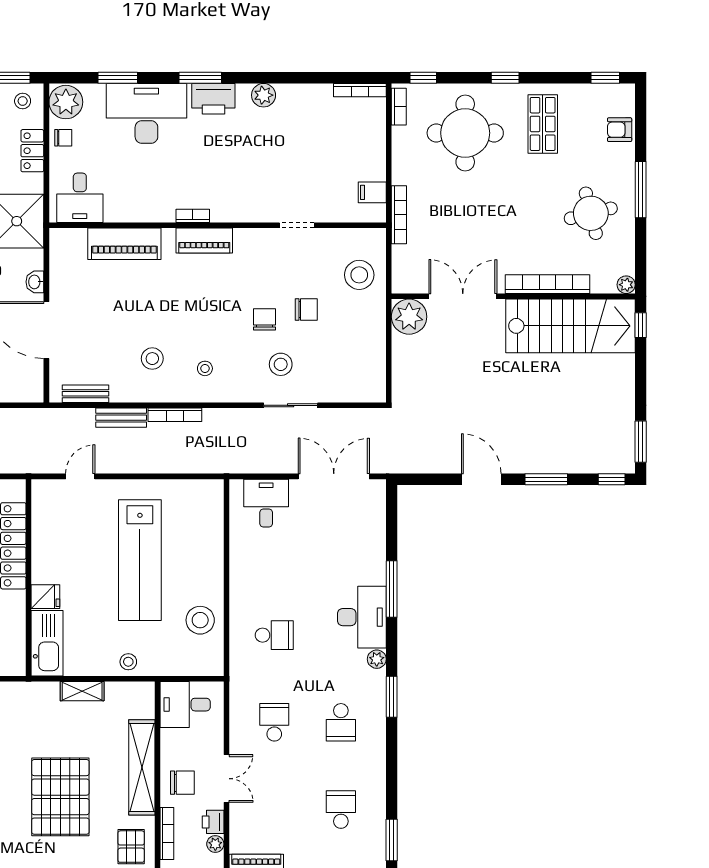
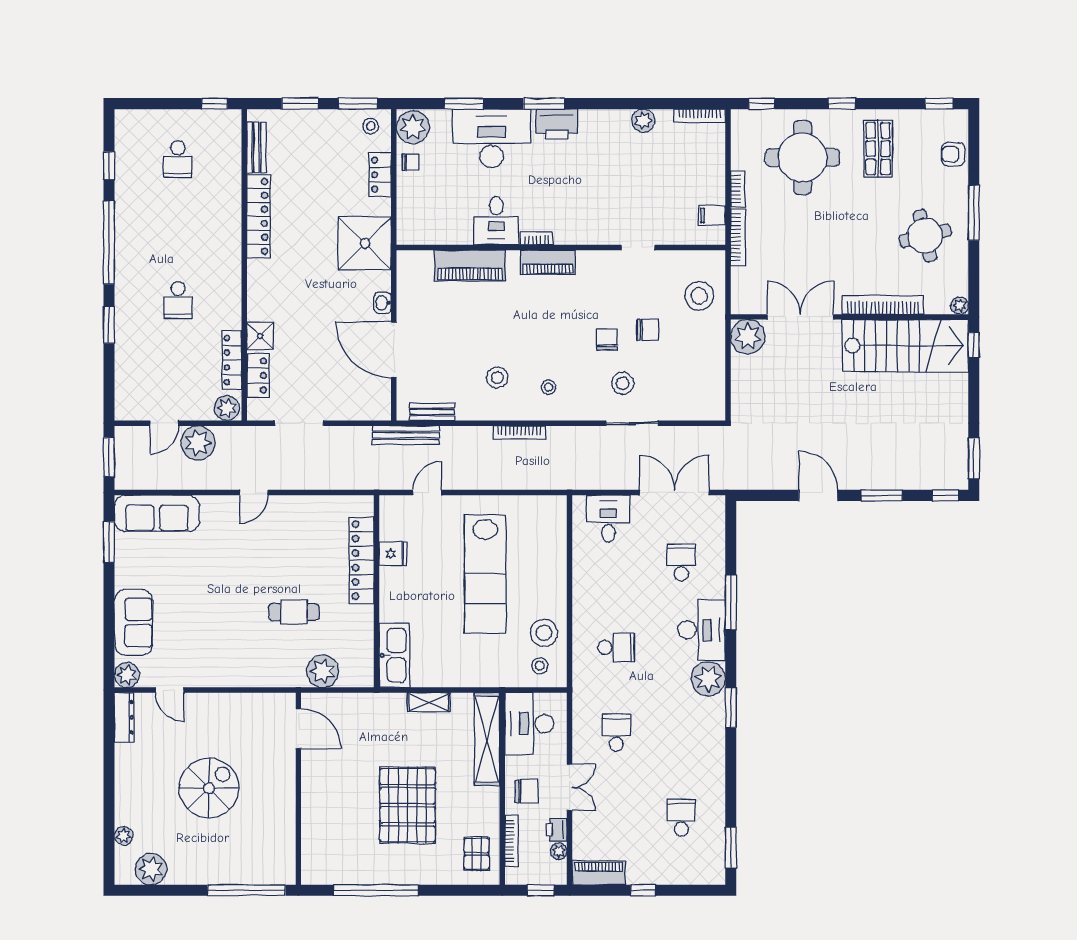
plant: (264, 95) -> (643, 121), moved
bookcase: (399, 107) -> (738, 189), moved
desk: (80, 198) -> (496, 221), moved
bench: (121, 418) -> (406, 435), moved, width x1.36
fridge: (45, 597) -> (393, 554), moved
plant: (377, 659) -> (708, 679), width x1.87, depth x1.87
stool: (128, 662) -> (540, 666), moved
desk: (185, 705) -> (529, 724), width x1.37
school desk: (341, 722) -> (681, 562), moved, turned 180
shelving: (142, 767) -> (487, 739), moved

